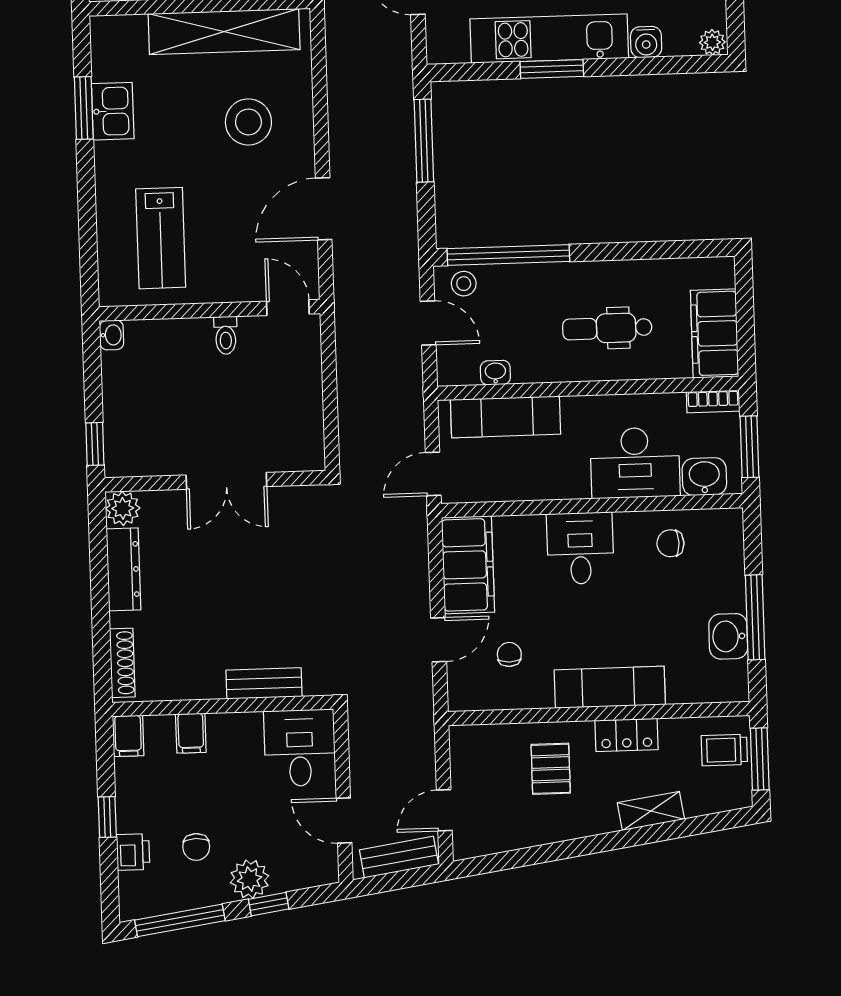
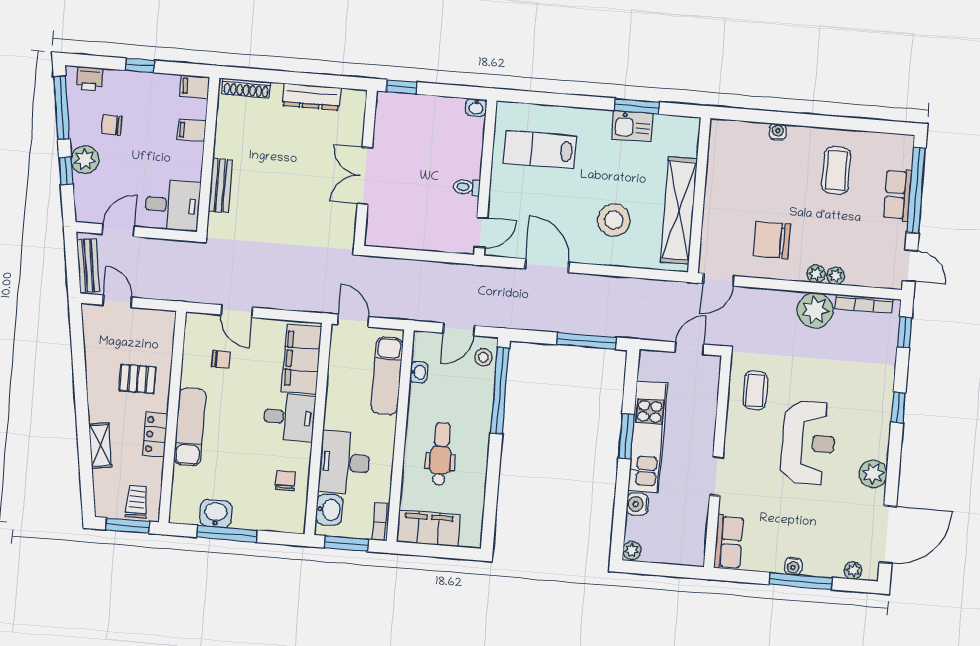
plant: (123, 508) -> (354, 101), removed
filing cabinet: (468, 565) -> (301, 359), moved, turned 90
printer: (133, 852) -> (90, 79), moved

